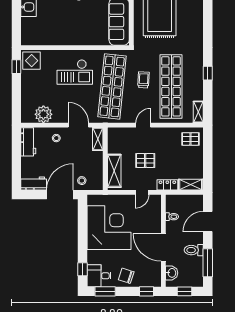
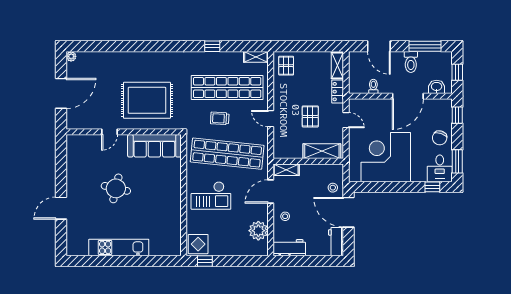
checkout: (75, 72) -> (211, 196), turned 90

